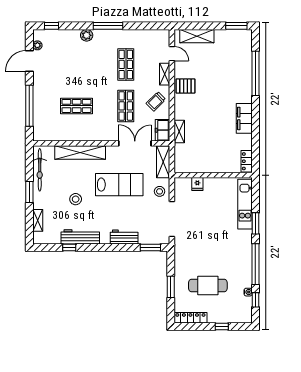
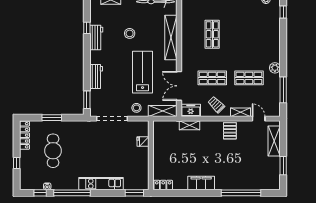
window: (108, 26) -> (283, 90), moved
window: (236, 26) -> (283, 166), moved
plant: (87, 35) -> (275, 68), moved
door: (172, 54) -> (259, 119), swing flipped
double door: (135, 143) -> (179, 86), swing flipped
lab bench: (119, 185) -> (143, 72), turned 180
kitchen unit: (245, 204) -> (101, 184), moved
window: (255, 223) -> (134, 193), moved
workbench: (80, 237) -> (96, 37), width x0.73

